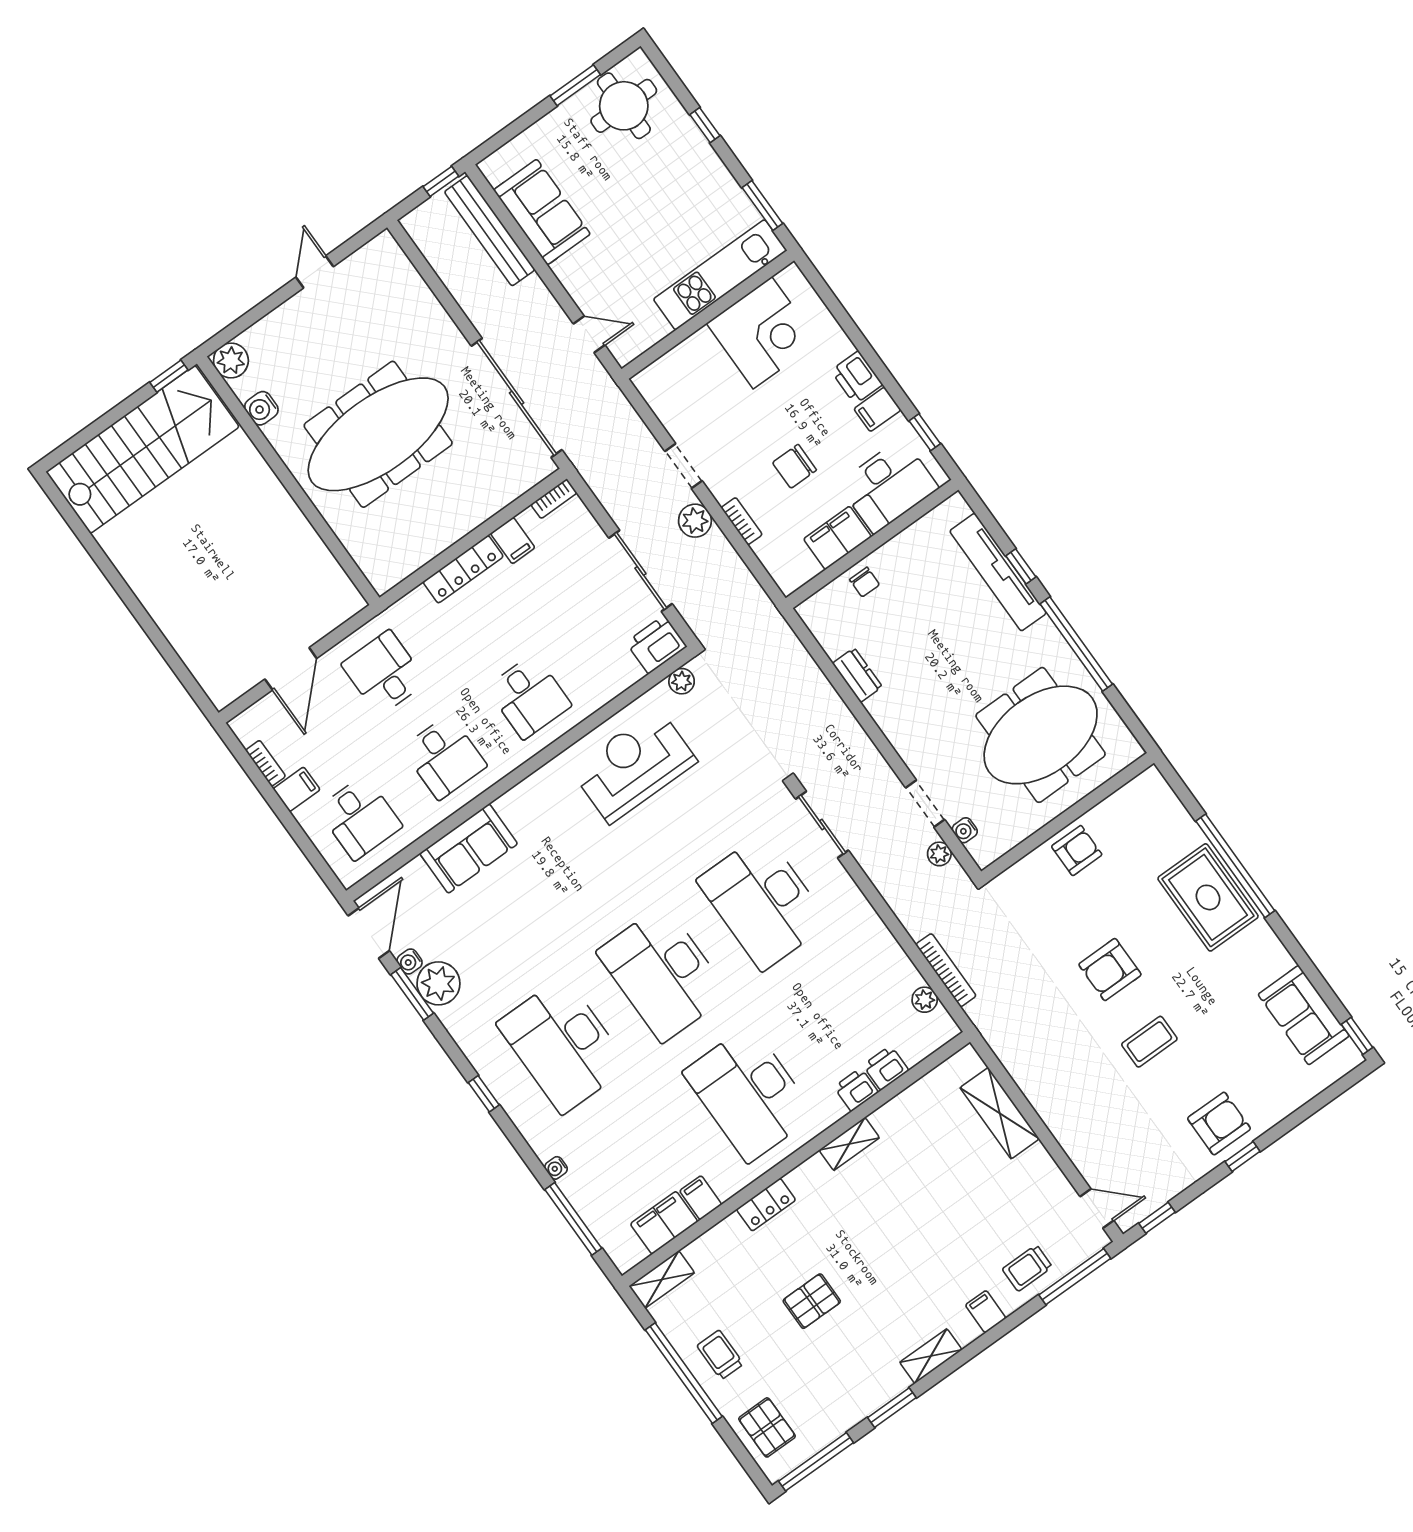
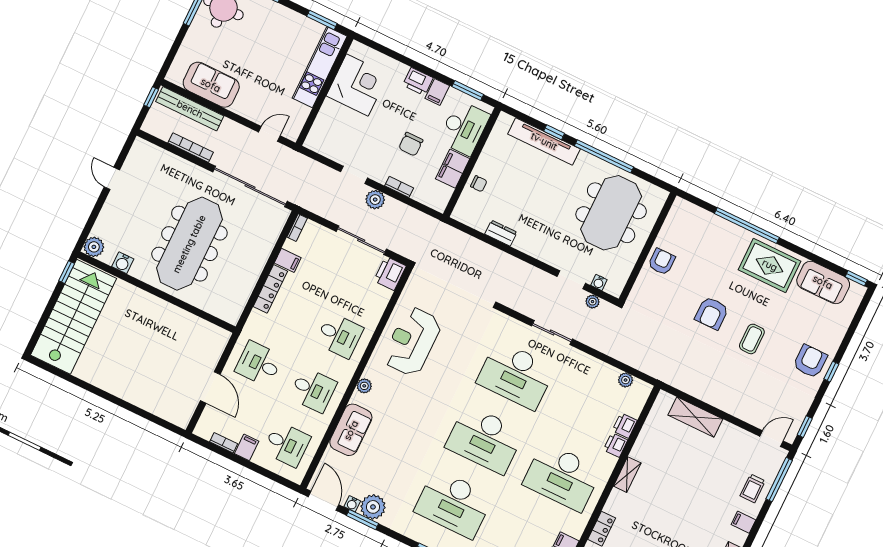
window: (925, 432) -> (468, 91), width x1.50
plant: (682, 681) -> (364, 386), moved
sliding door: (822, 825) -> (552, 333), moved
rug: (1208, 897) -> (770, 265), moved
bookcase: (946, 970) -> (191, 148), moved

